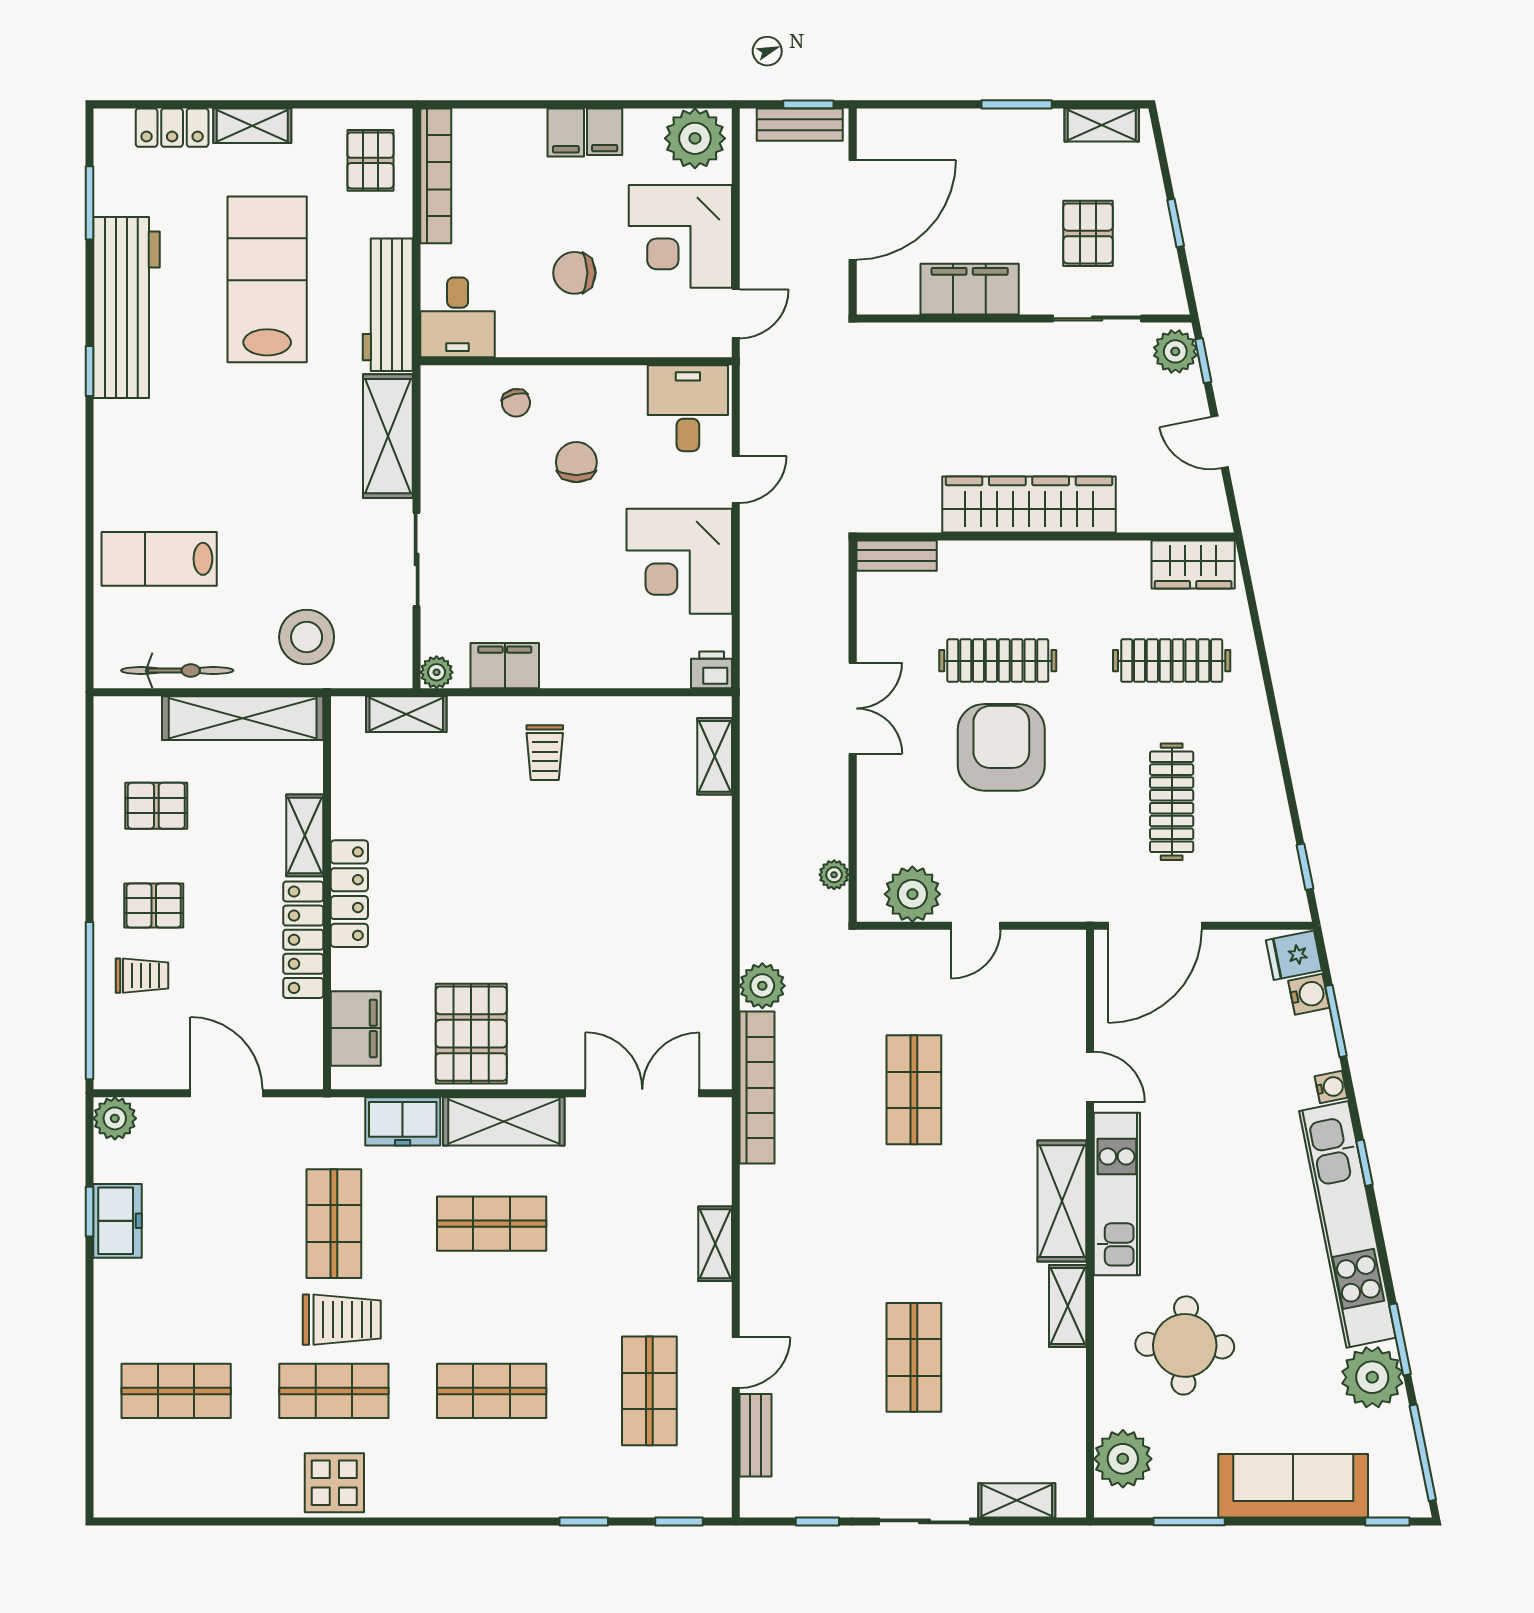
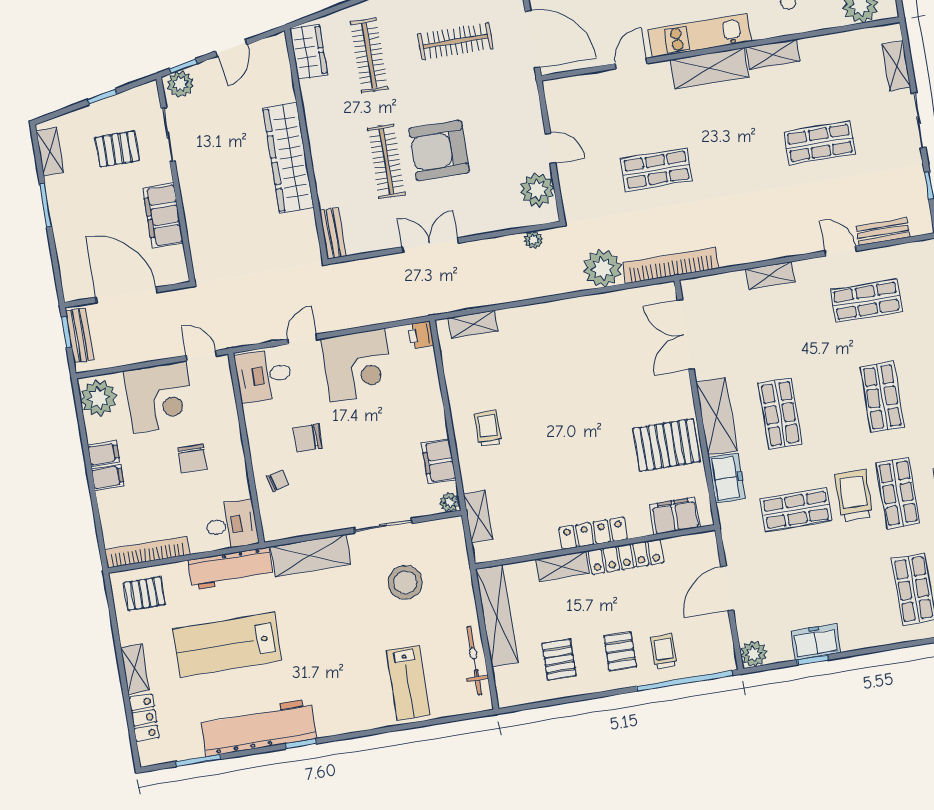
door: (736, 479) -> (302, 339), hinge flipped
stool: (307, 637) -> (405, 582), moved
trolley: (545, 753) -> (488, 428), turned -90
plant: (762, 986) -> (602, 268), width x1.36, depth x1.36

